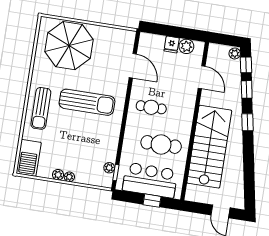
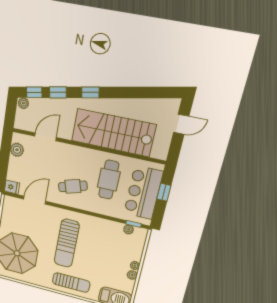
fridge: (172, 44) -> (12, 187), moved
sun lounger: (87, 102) -> (67, 243), turned 180
cafe table: (151, 107) -> (73, 186), turned 73

